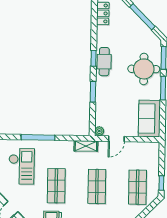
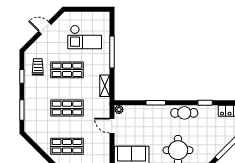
window: (94, 58) -> (205, 103), moved
shelving: (86, 146) -> (105, 86), moved

